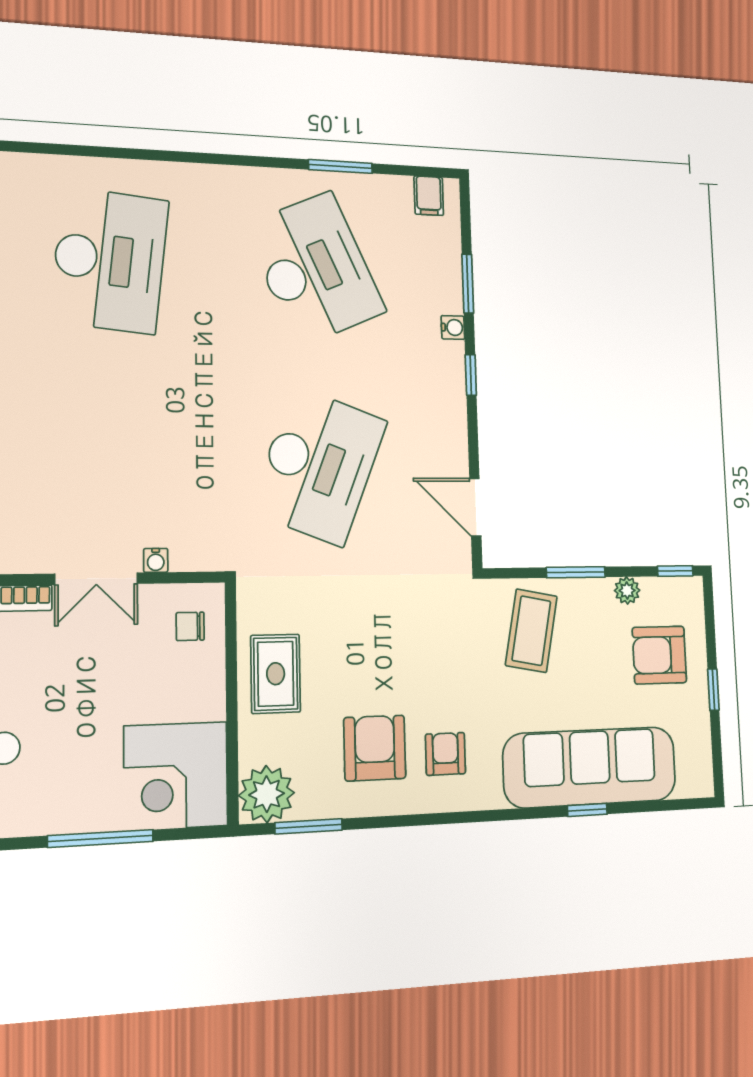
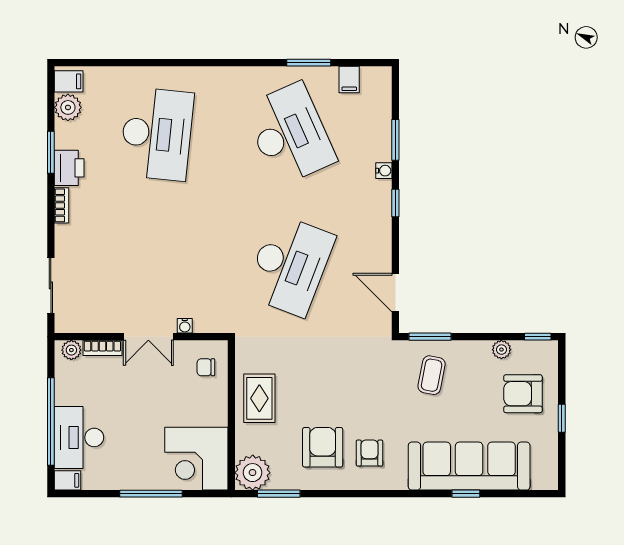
filing cabinet: (429, 196) -> (349, 79), moved
window: (576, 572) -> (430, 337), moved
coffee table: (531, 631) -> (432, 375), width x0.73, depth x0.77

